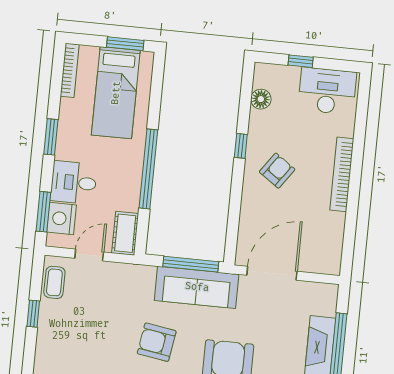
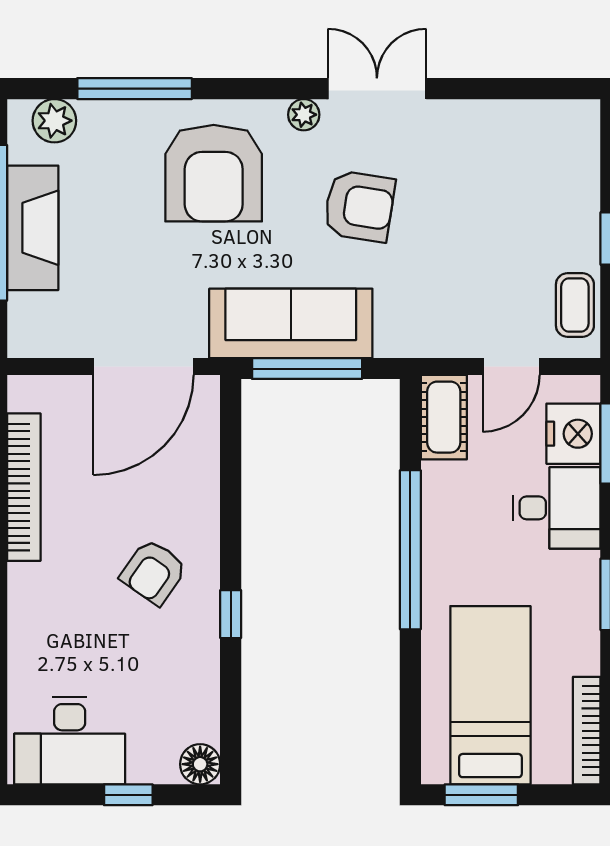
floor lamp: (261, 99) -> (200, 764), moved
bookcase: (342, 174) -> (24, 487), moved

